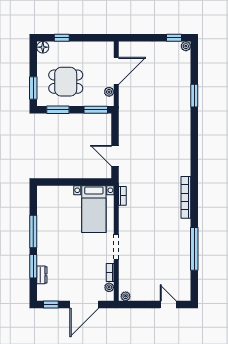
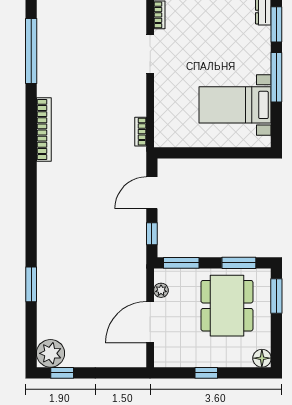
window: (62, 38) -> (206, 373), moved
plant: (186, 46) -> (51, 353), width x1.88, depth x1.88
dining table: (66, 82) -> (227, 306), width x1.37
window: (115, 129) -> (152, 234), added
door: (115, 156) -> (152, 193), swing flipped
bed with nightstands: (94, 209) -> (235, 105), moved, turned -90

